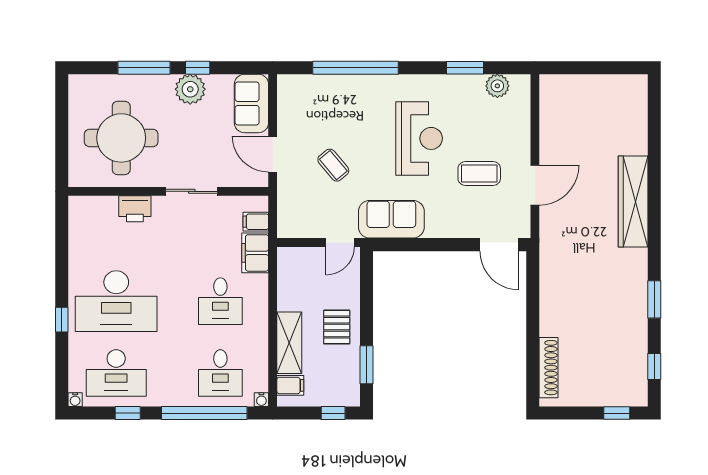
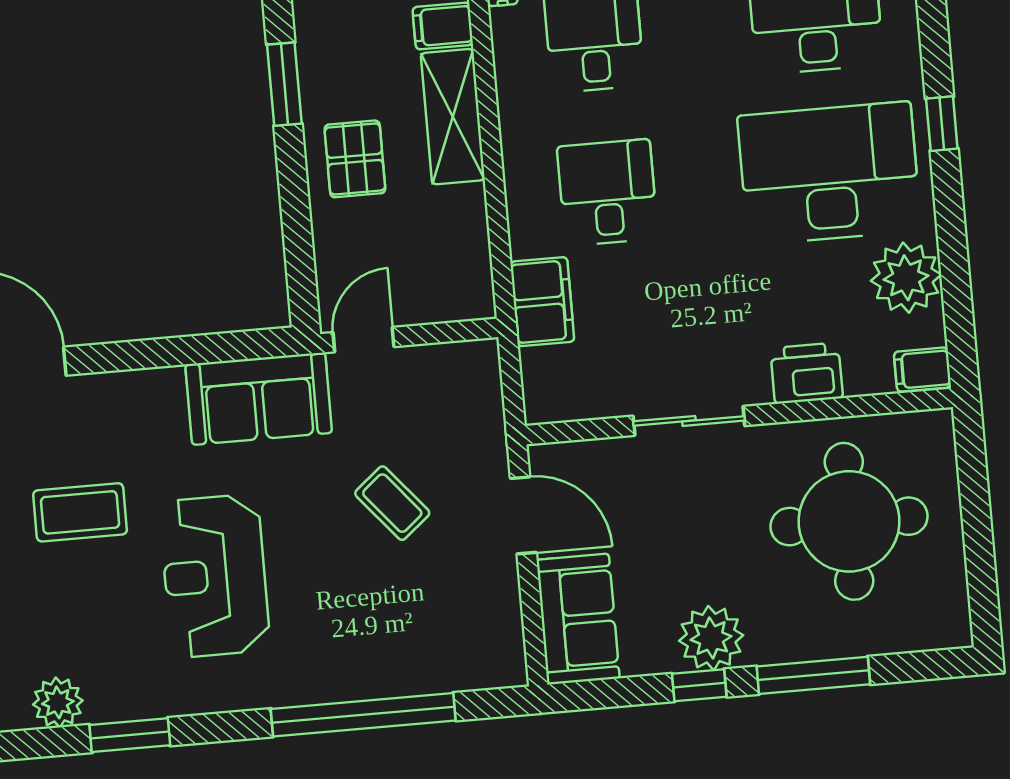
filing cabinet: (256, 222) -> (922, 370), moved, turned 180
plant: (85, 249) -> (906, 278), added

